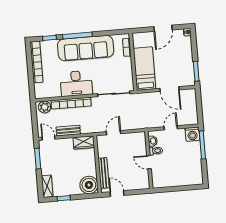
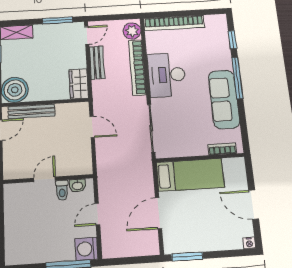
sofa: (86, 48) -> (224, 99), width x0.74, depth x0.79
bookcase: (36, 62) -> (174, 23), moved
door: (171, 128) -> (97, 214), swing flipped

